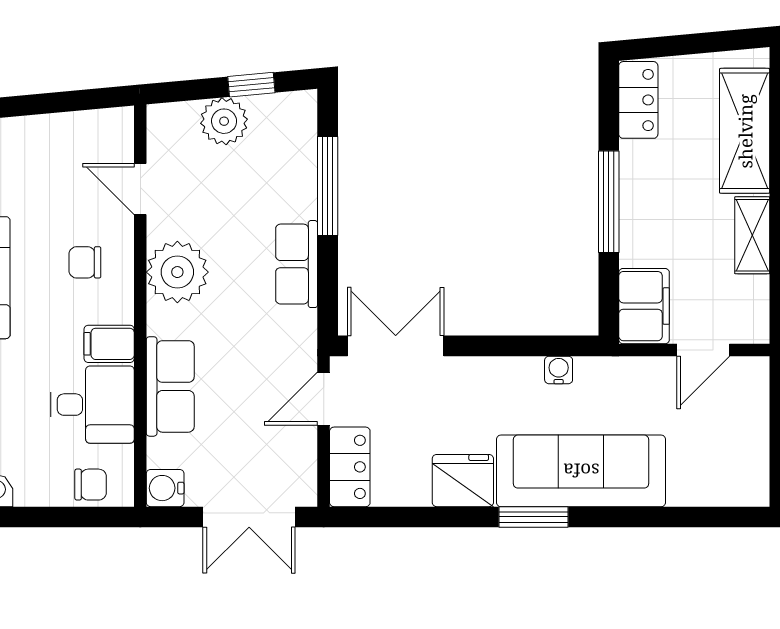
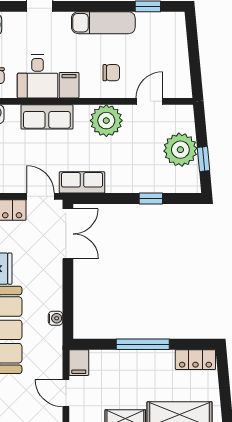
plant: (224, 121) -> (180, 150), width x1.36, depth x1.36
window: (328, 186) -> (151, 199), width x0.46
chair: (85, 262) -> (111, 73), turned 90
row of seats: (297, 264) -> (82, 182), moved
filing cabinet: (644, 306) -> (79, 363), width x0.50

